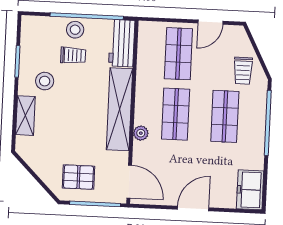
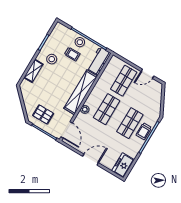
trolley: (243, 71) -> (144, 131), moved

